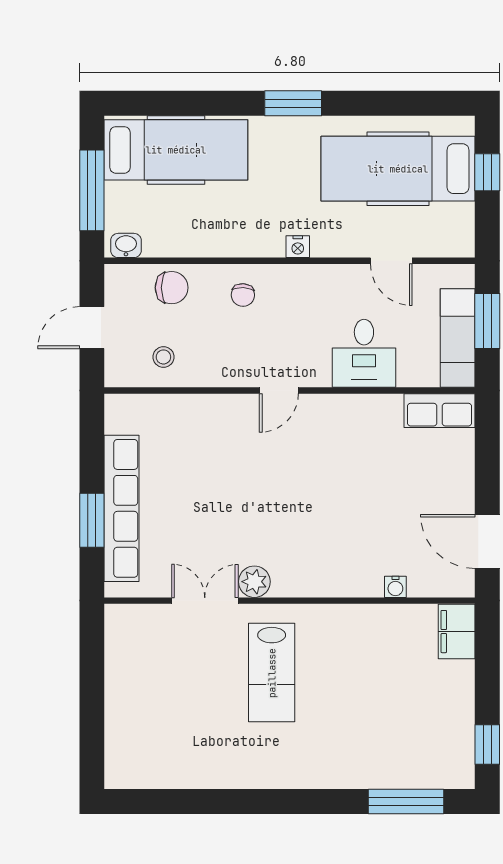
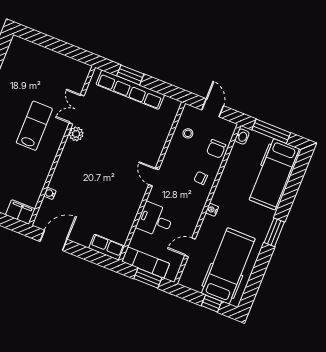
row of seats: (440, 411) -> (107, 247), moved, turned 90
double door: (205, 601) -> (77, 109), swing flipped
lab bench: (272, 673) -> (34, 126), turned 90

